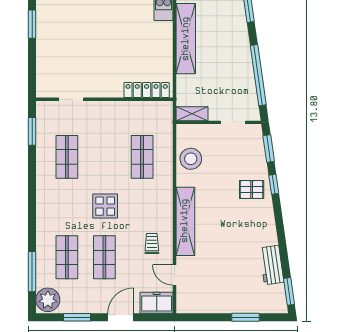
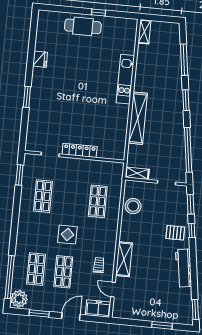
locker: (147, 90) -> (80, 150), moved
shelving: (185, 221) -> (124, 259), width x0.68
workbench: (272, 265) -> (184, 268), moved, width x1.38
window: (32, 272) -> (10, 277), width x1.46

